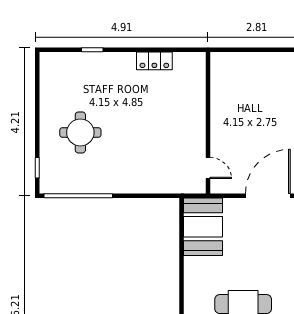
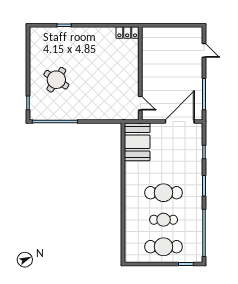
locker: (154, 61) -> (127, 33), moved
round table: (80, 132) -> (56, 80), turned 33

